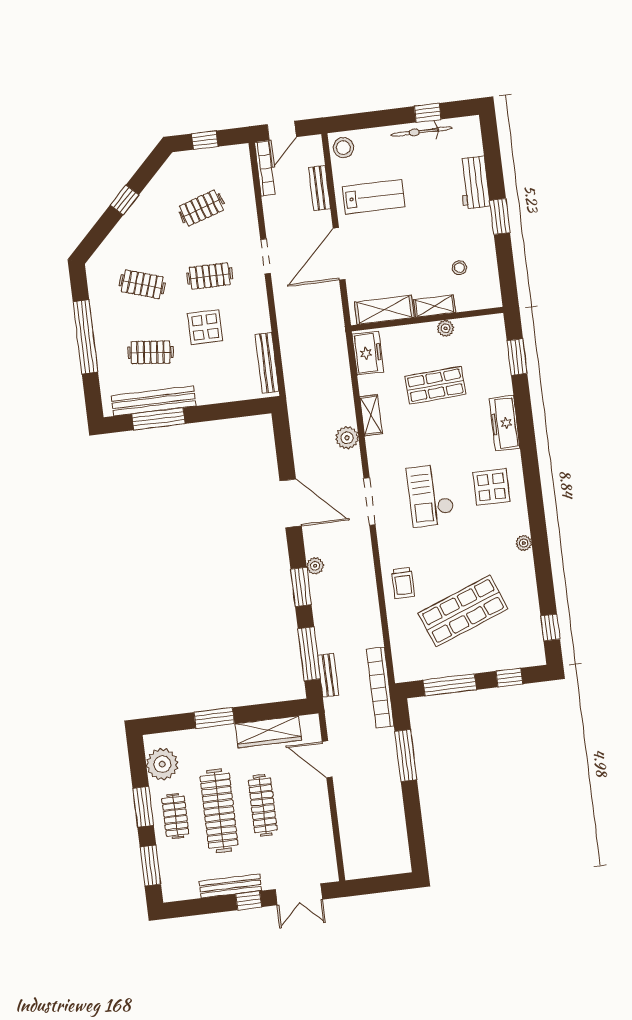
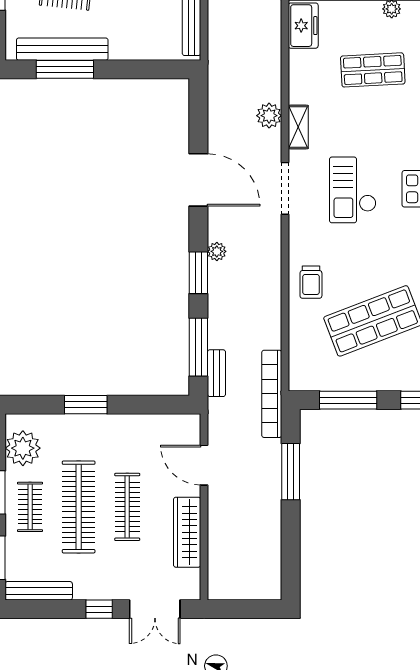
shelving: (371, 415) -> (298, 127), moved
wardrobe: (268, 732) -> (187, 532), moved, turned 90
bench: (230, 886) -> (39, 591), moved

